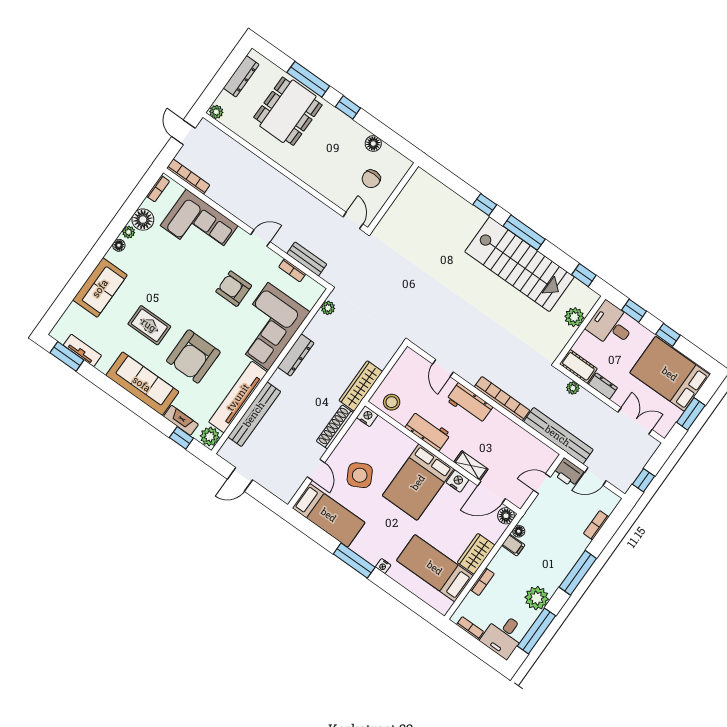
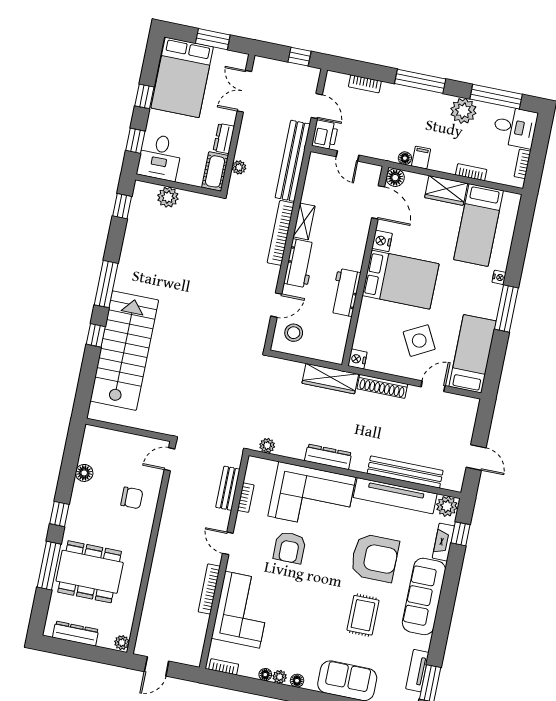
bookcase: (188, 177) -> (209, 589), moved
chair: (371, 179) -> (132, 498), moved
floor lamp: (143, 220) -> (265, 675), width x0.53, depth x0.53
stairs: (519, 264) -> (124, 351), moved
stool: (392, 402) -> (294, 333), moved
shelving: (471, 466) -> (304, 221), moved

